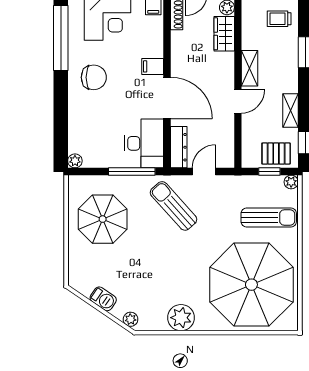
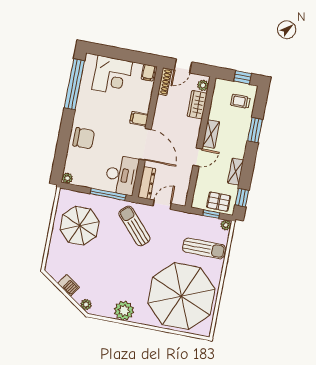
chair: (94, 77) -> (84, 138), moved

